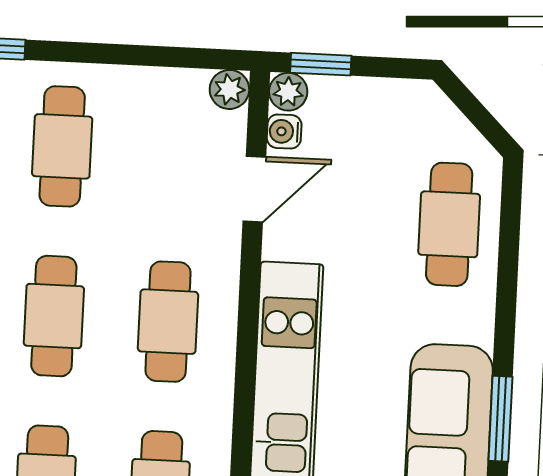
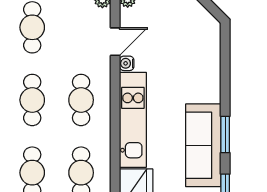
water cooler: (284, 131) -> (127, 63), moved
cafe table: (449, 224) -> (199, 53), removed

